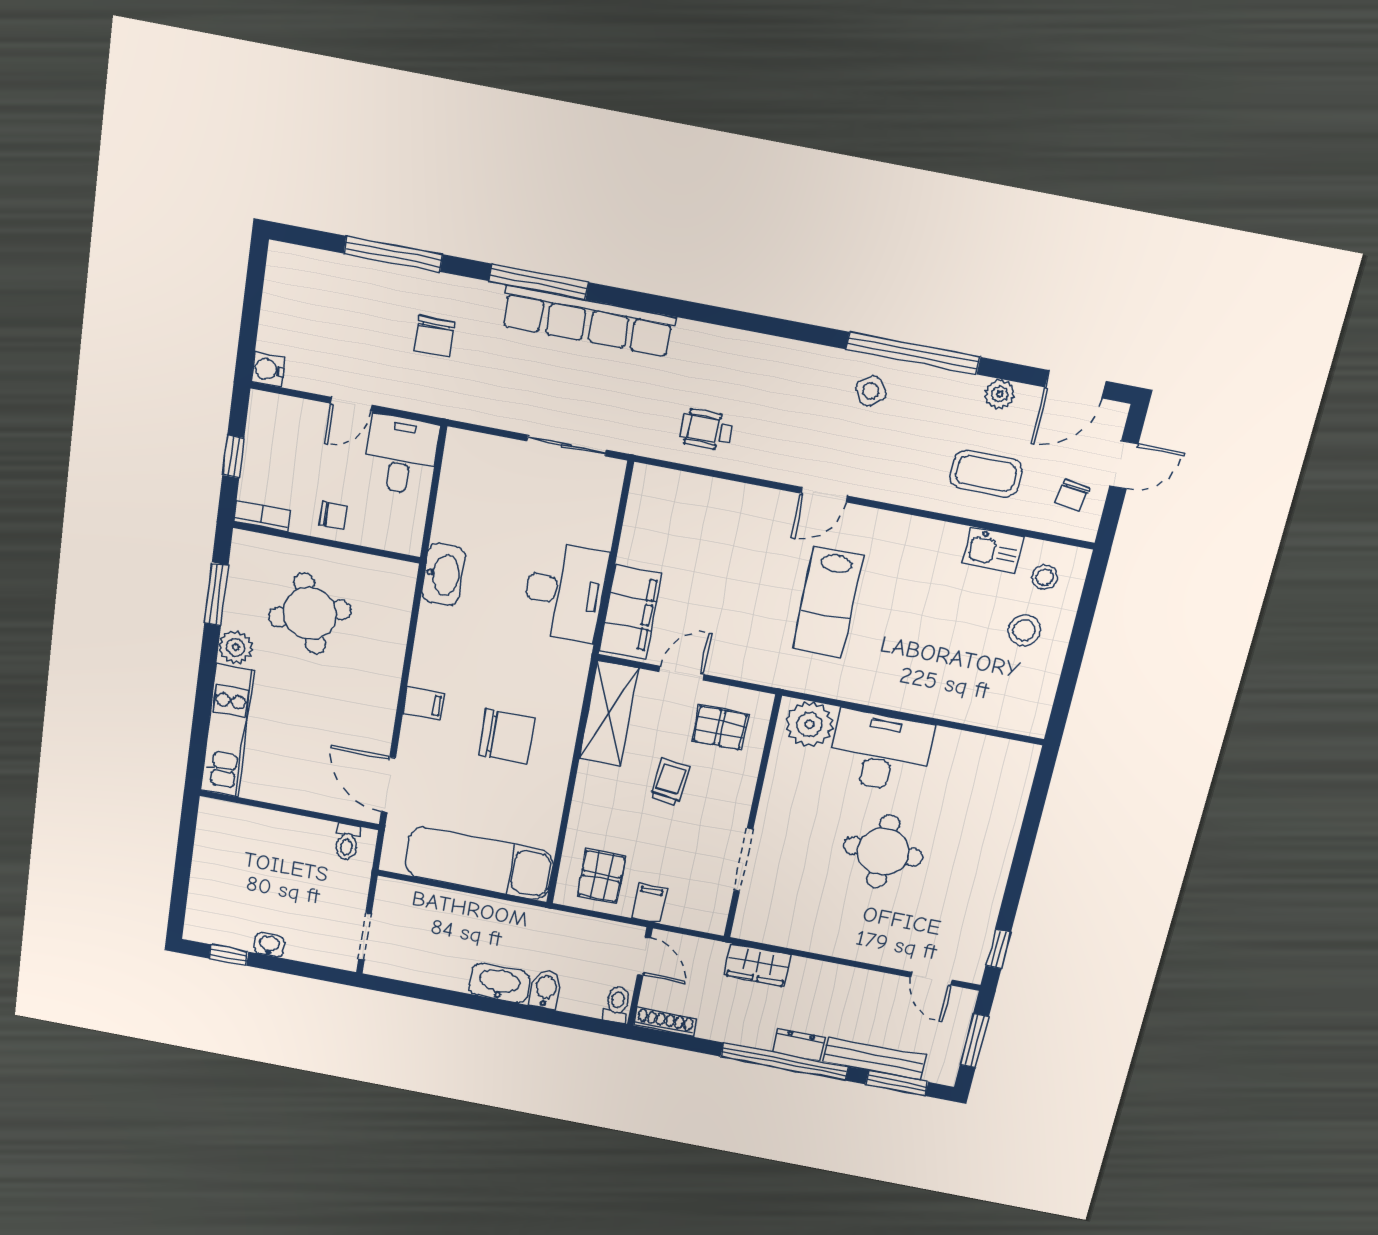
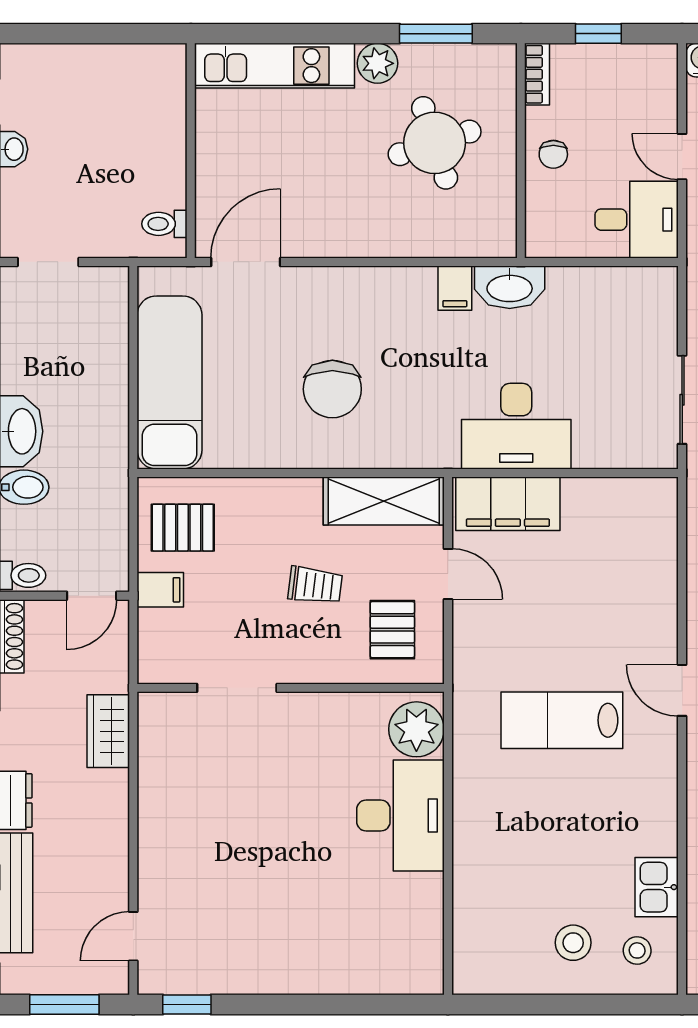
filing cabinet: (424, 703) -> (455, 288), moved
round table: (883, 851) -> (280, 845), removed

